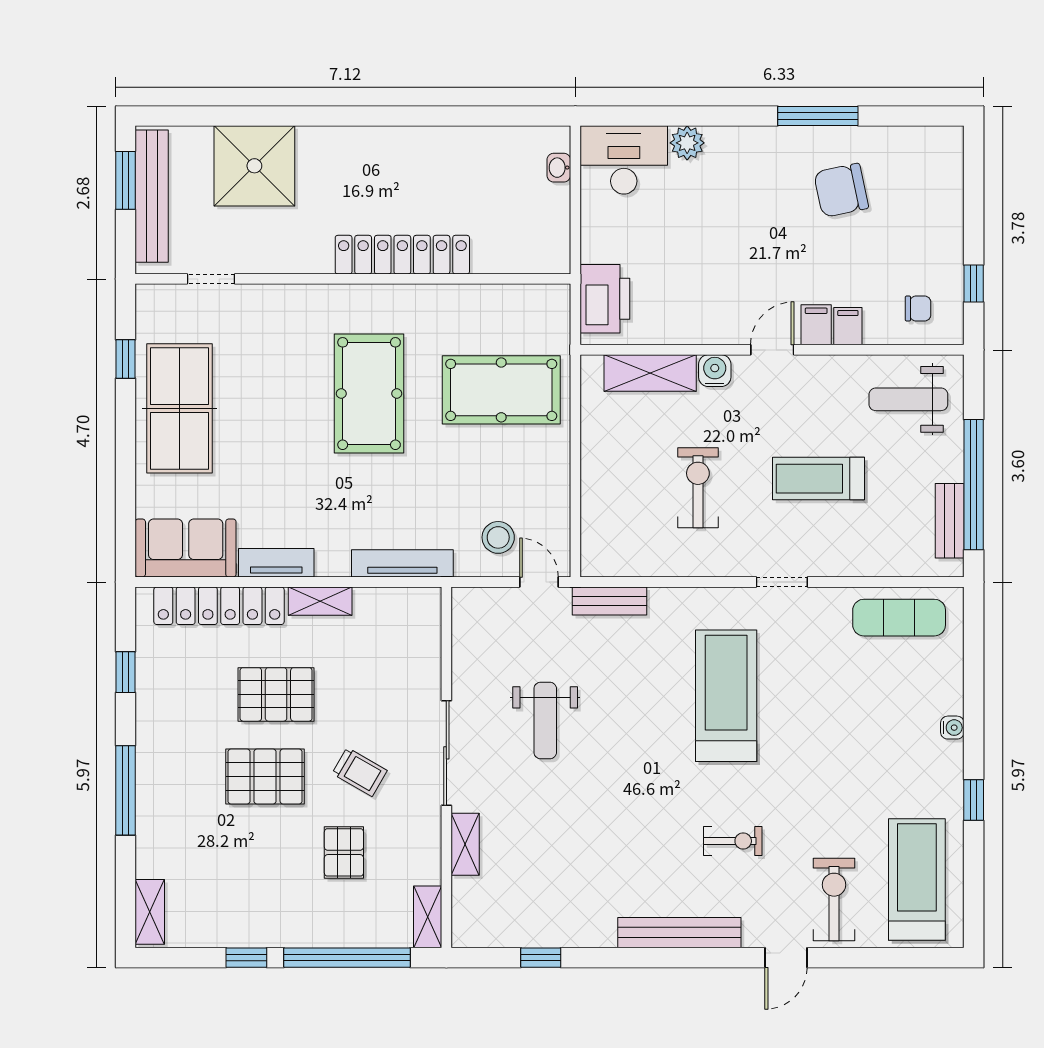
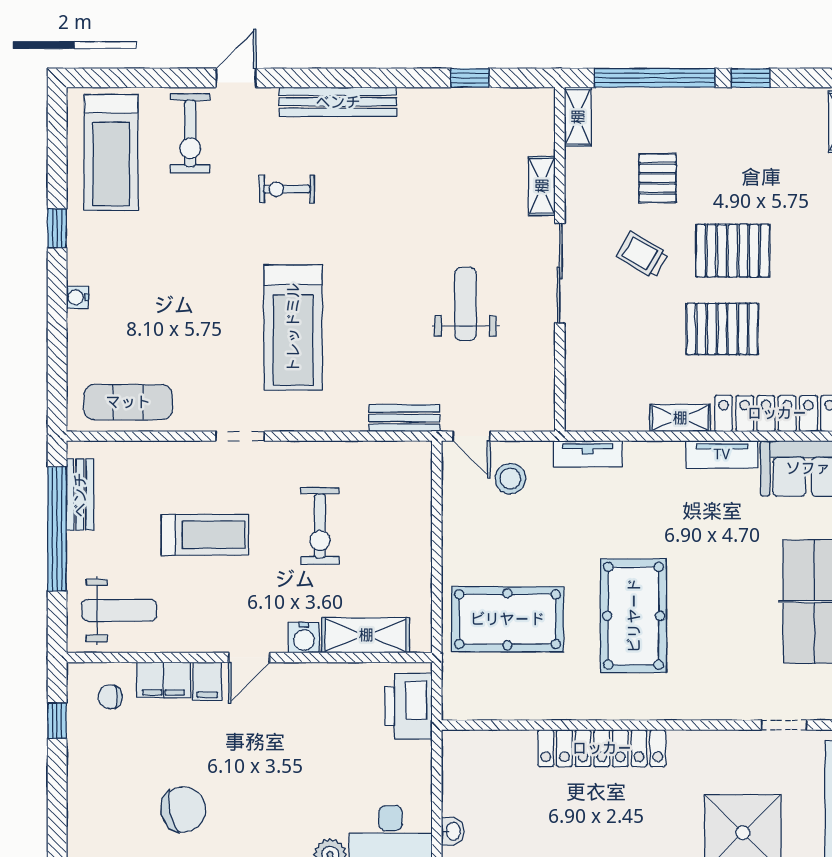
filing cabinet: (848, 326) -> (164, 680), width x2.00
tv unit: (402, 563) -> (588, 454), width x0.71

